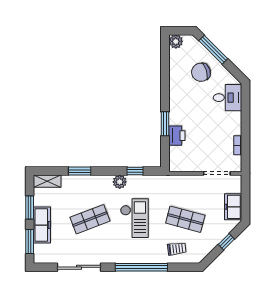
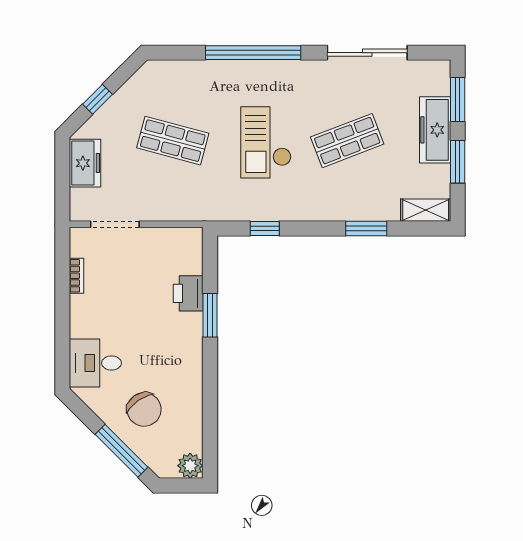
chair: (201, 72) -> (144, 409), turned 72
plant: (120, 182) -> (293, 209), removed
trolley: (177, 249) -> (188, 86), removed

